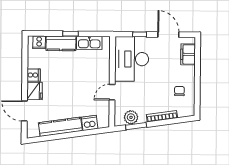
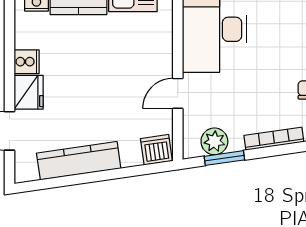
dishwasher: (90, 123) -> (156, 150), moved

